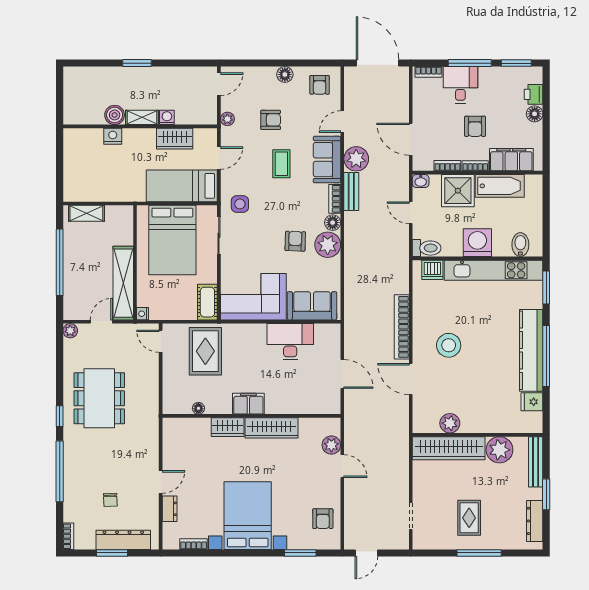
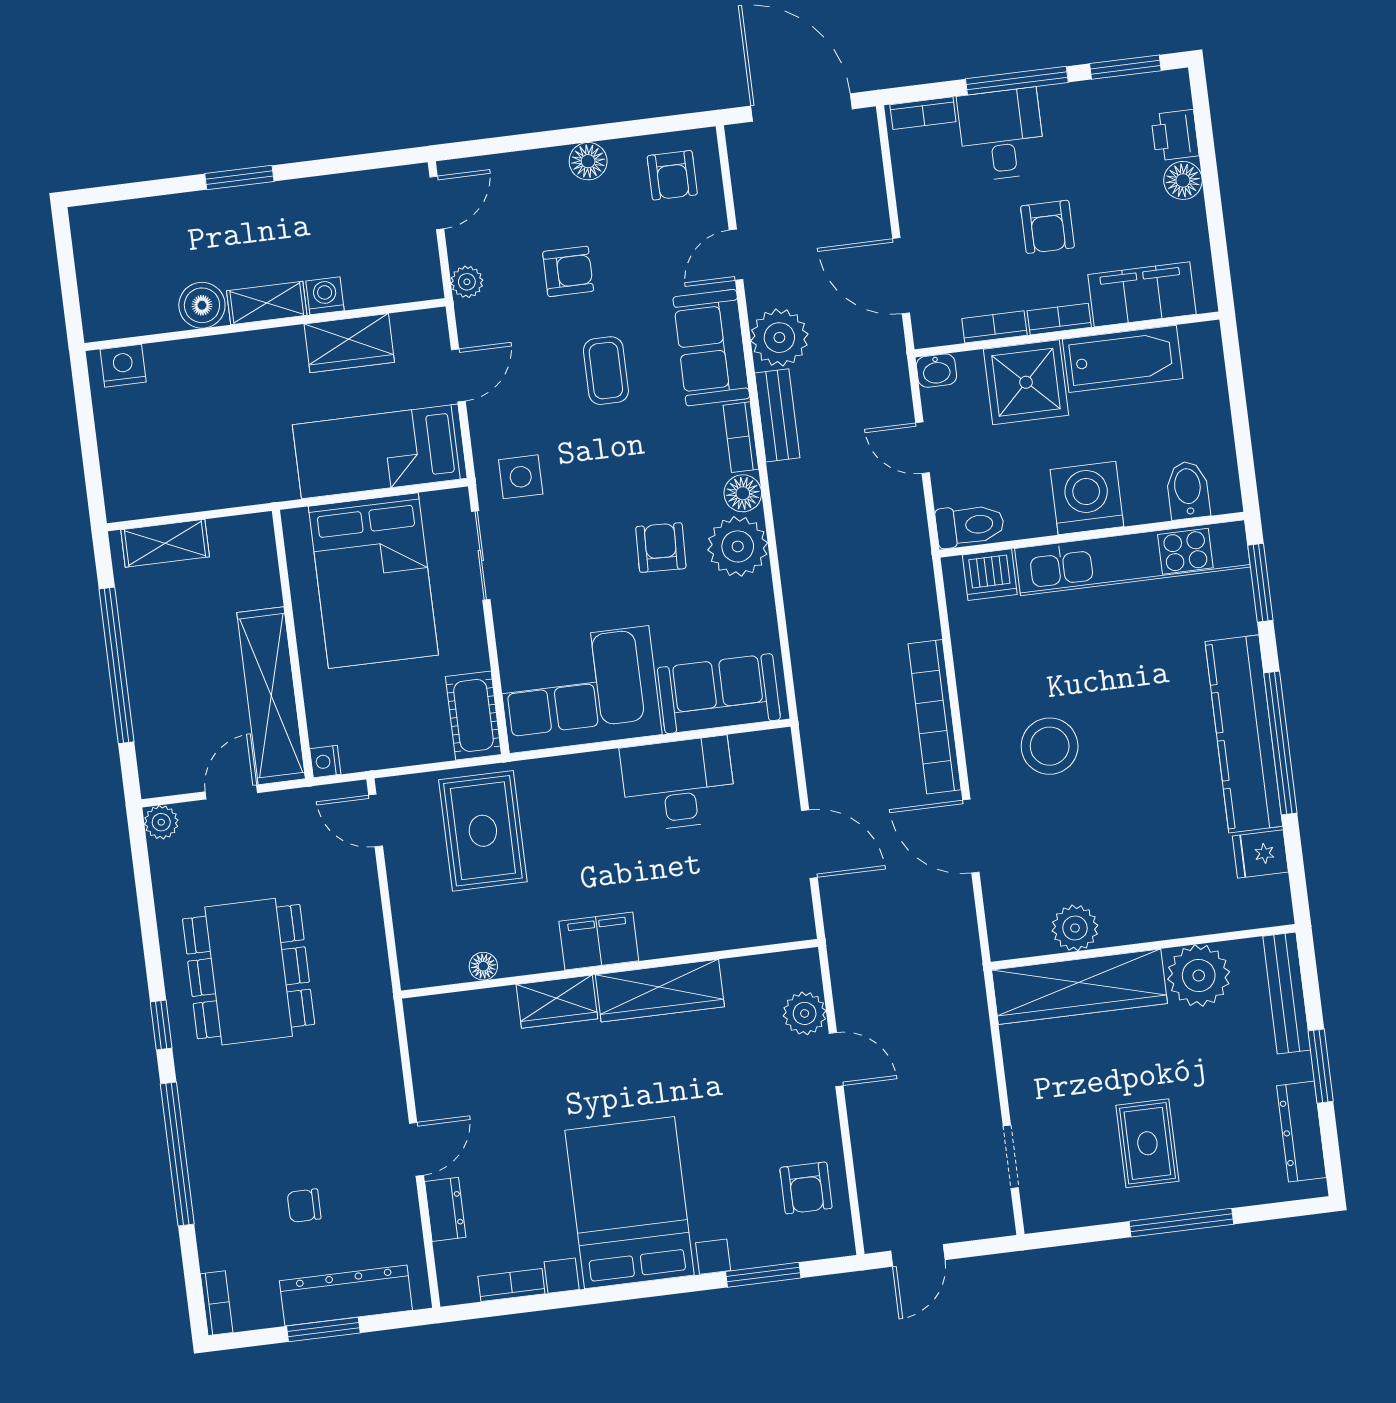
nightstand: (113, 136) -> (123, 366), moved
chair: (110, 500) -> (304, 1206), turned 92

